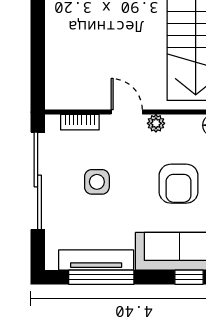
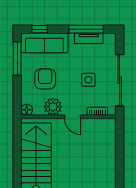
plant: (156, 123) -> (53, 107), width x1.88, depth x1.88
tv unit: (96, 260) -> (89, 38), width x0.71

